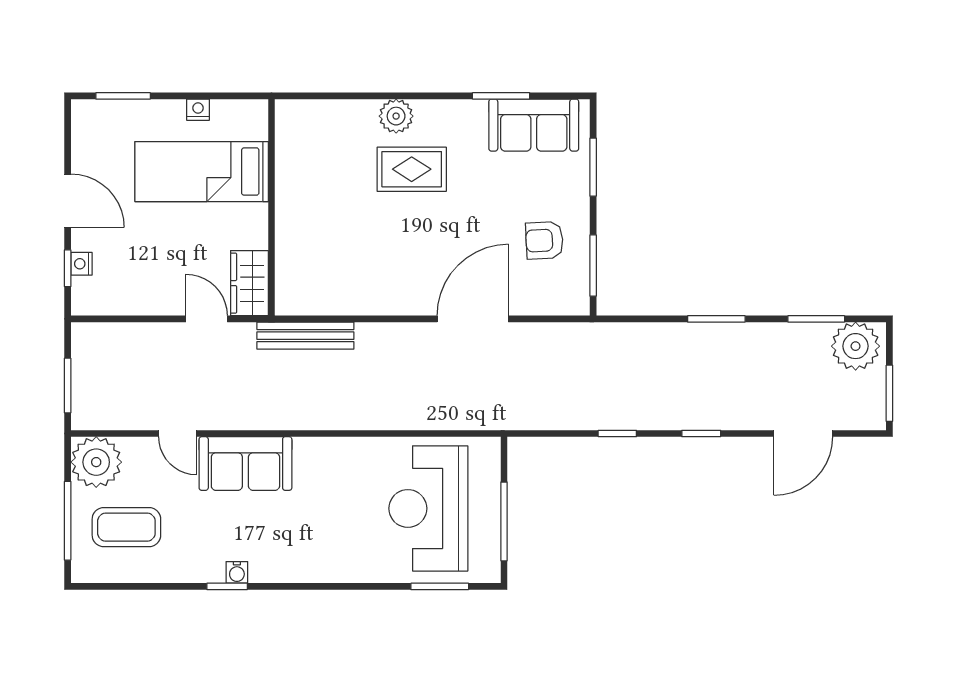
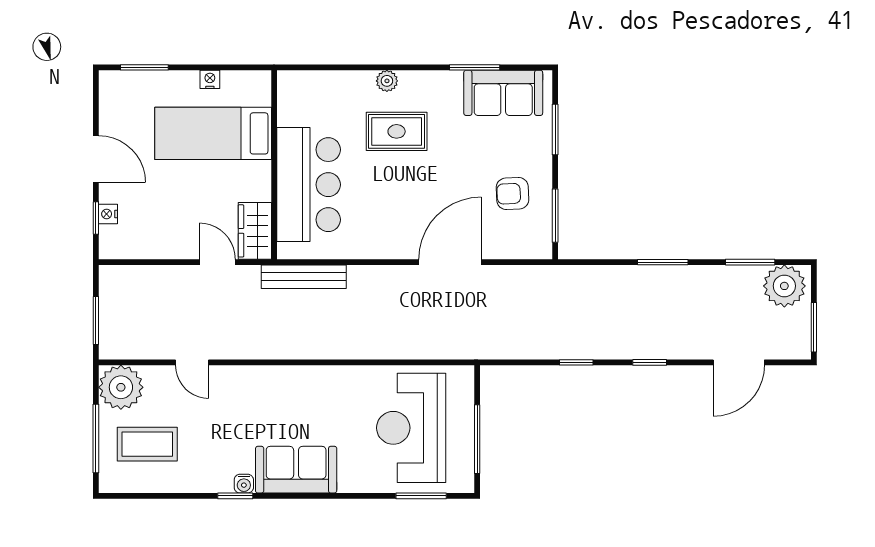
plant: (396, 116) -> (387, 81), width x0.73, depth x0.73
bar counter: (311, 230) -> (309, 185), added
sofa: (245, 464) -> (296, 470), moved, turned 180

